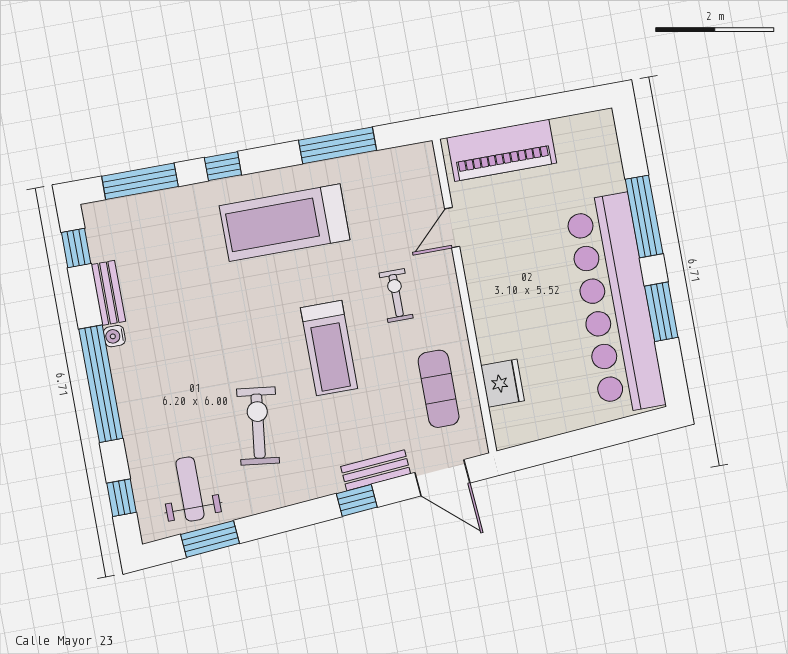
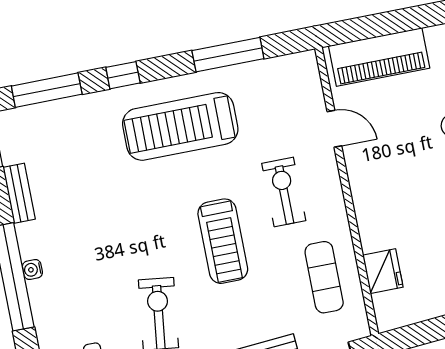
door: (452, 228) -> (334, 129), swing flipped
exercise bike: (396, 295) -> (284, 192), width x1.38, depth x1.39
water cooler: (114, 336) -> (32, 270), moved

